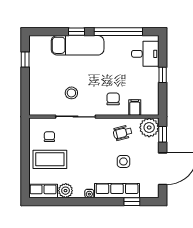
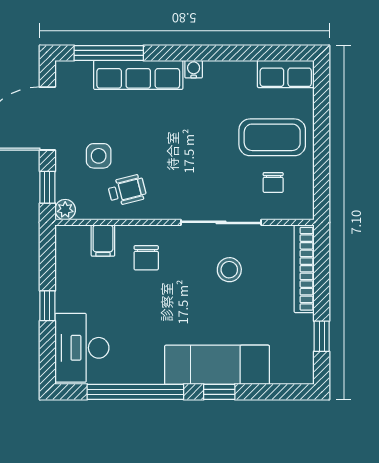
desk: (145, 54) -> (82, 348), width x1.37
bookcase: (34, 93) -> (304, 269), added
plant: (149, 128) -> (65, 210), width x0.53, depth x0.53
side table: (123, 161) -> (99, 156), moved
plant: (66, 191) -> (241, 75), removed
window: (132, 202) -> (109, 53), width x2.17

